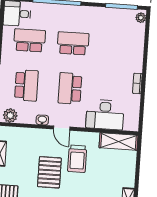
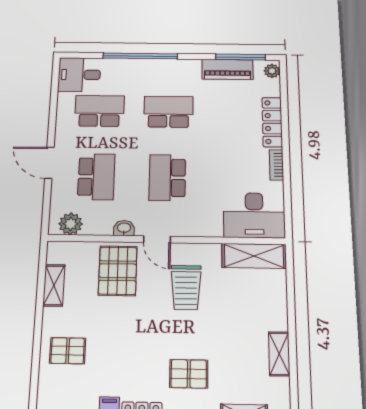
piano: (112, 15) -> (227, 69), added
locker: (138, 54) -> (272, 122), added
desk: (105, 115) -> (254, 215), moved
pallet: (49, 172) -> (118, 271), moved

